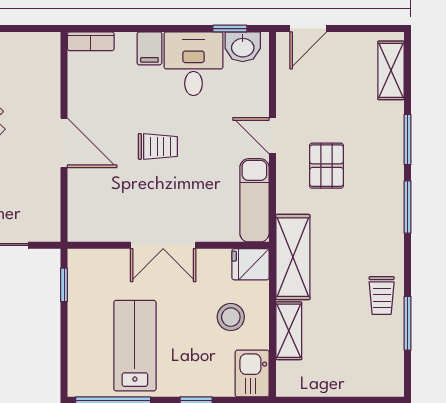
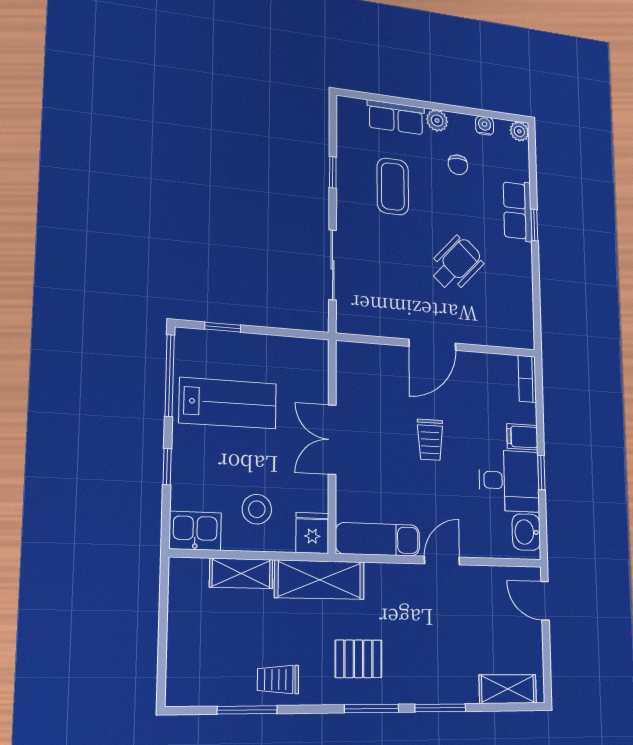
window: (230, 29) -> (541, 473), moved
pallet: (326, 166) -> (359, 659), moved
window: (64, 285) -> (223, 327), moved

